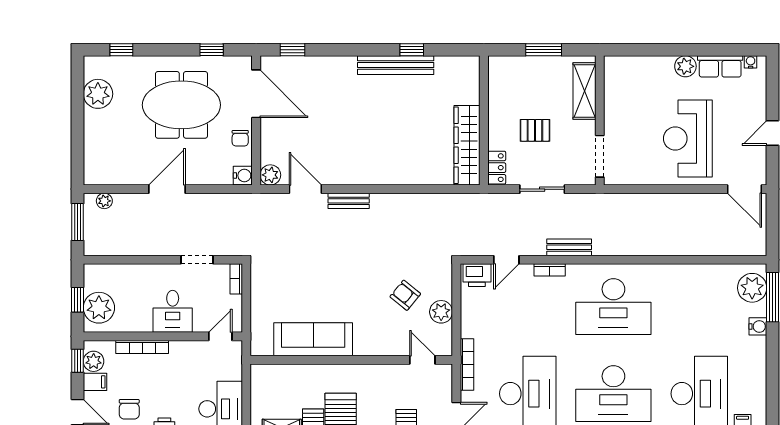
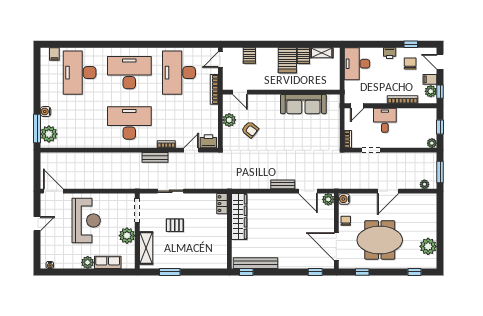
row of seats: (720, 66) -> (108, 262), moved
plant: (617, 113) -> (127, 236), added
wall: (484, 120) -> (229, 231), moved
wardrobe: (467, 145) -> (239, 217), moved
locker: (497, 168) -> (222, 204), moved
plant: (99, 308) -> (432, 143), moved, width x0.53, depth x0.53

